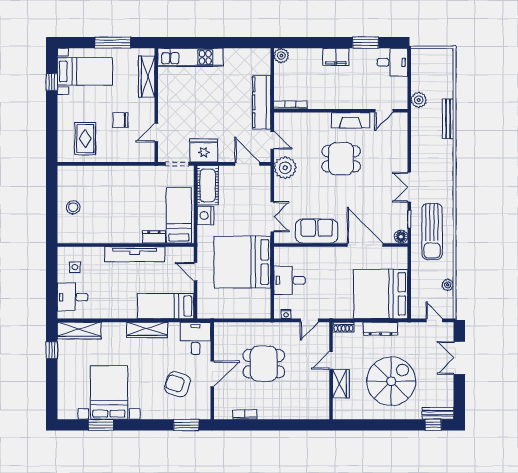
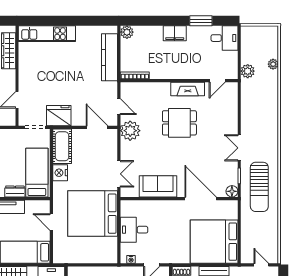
kitchen counter: (262, 102) -> (110, 57), moved
bench: (448, 119) -> (273, 88), removed
plant: (448, 285) -> (273, 64), moved

